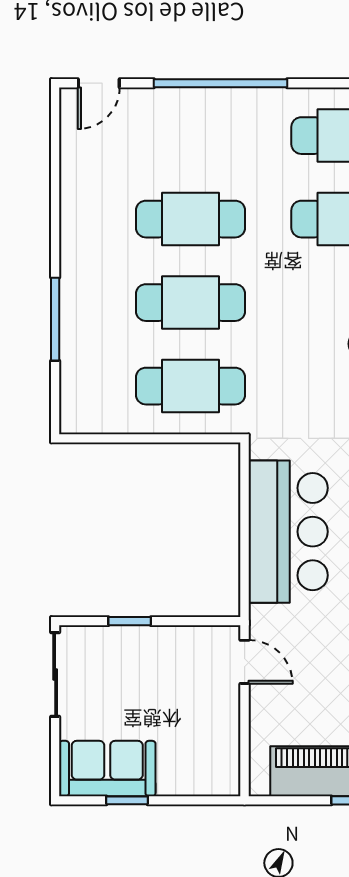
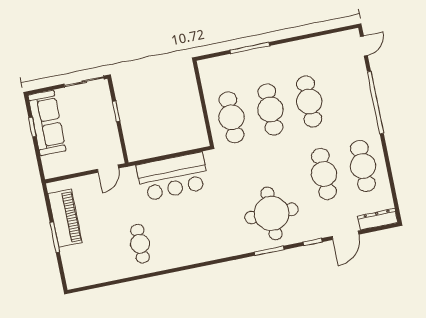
door: (99, 83) -> (364, 46), swing flipped
sofa: (107, 769) -> (47, 123), width x1.36

